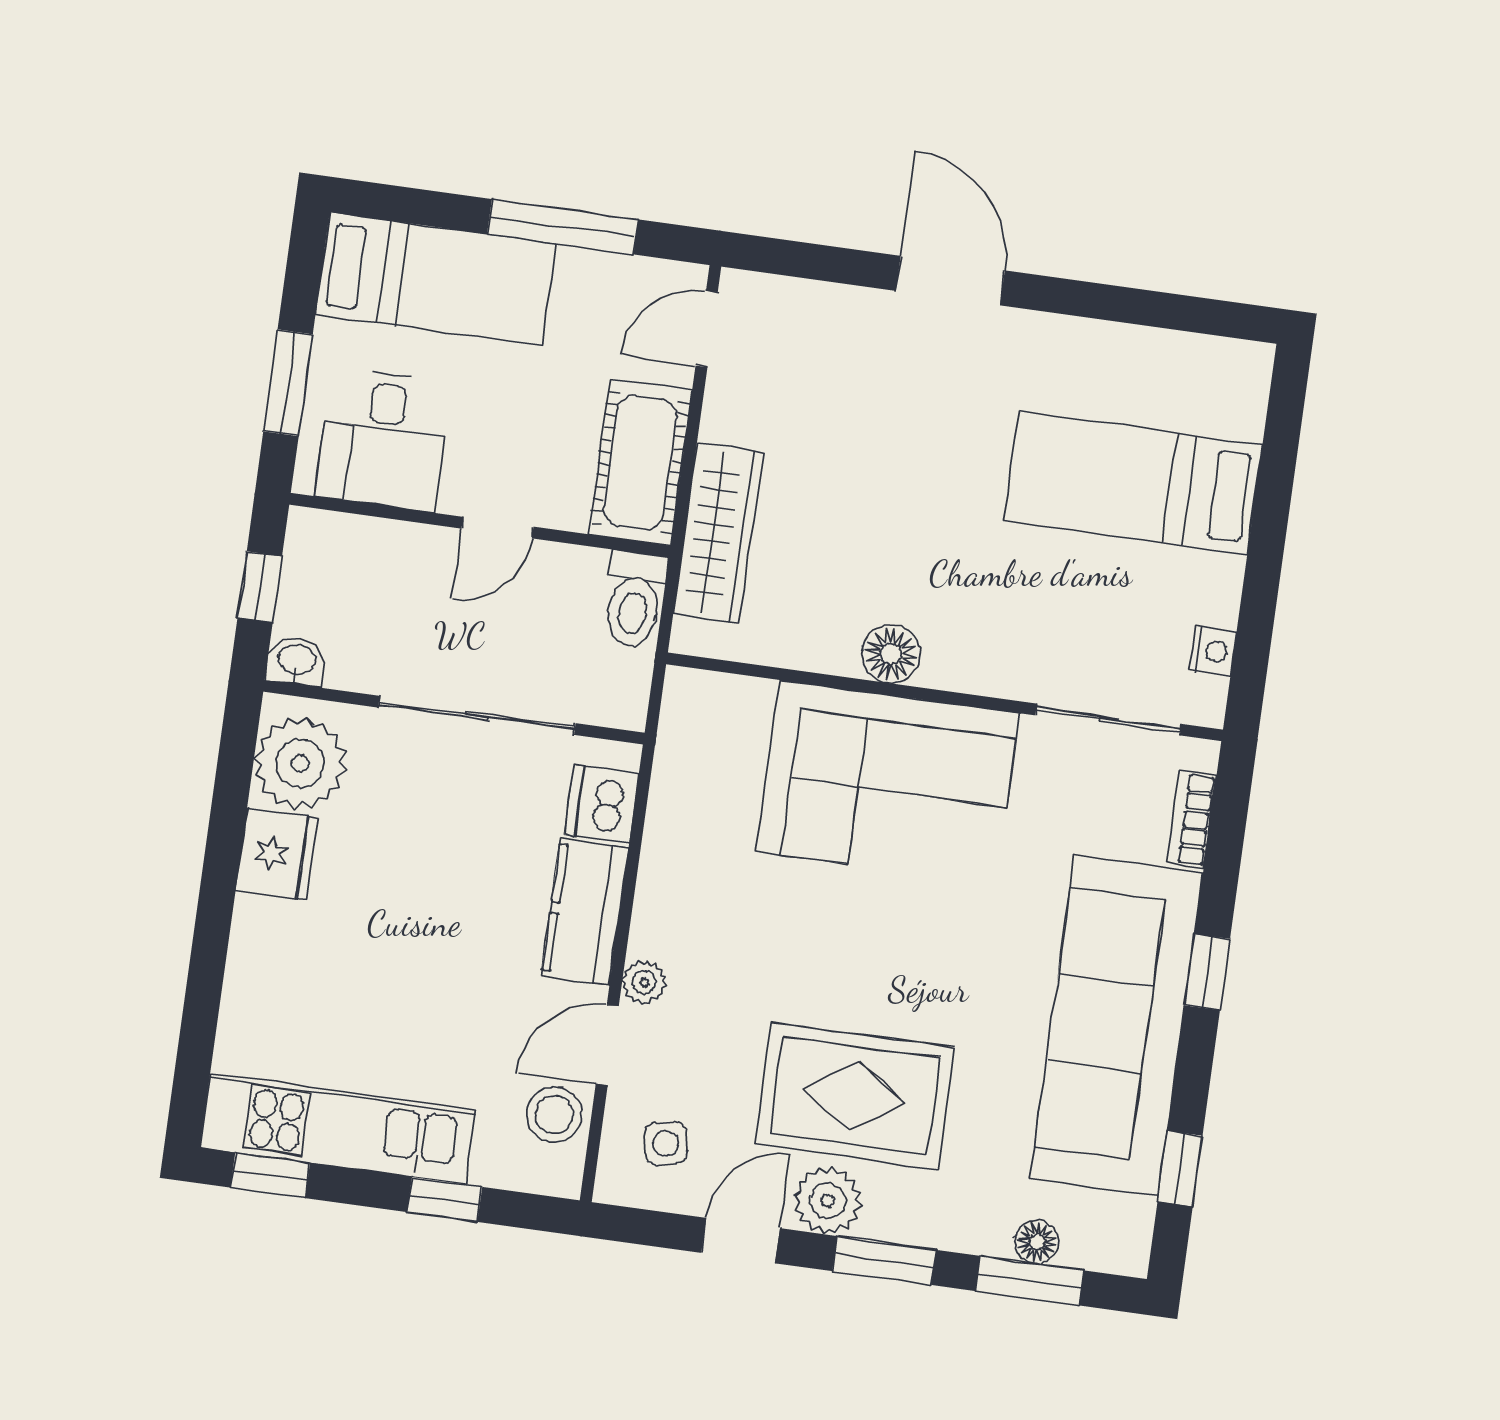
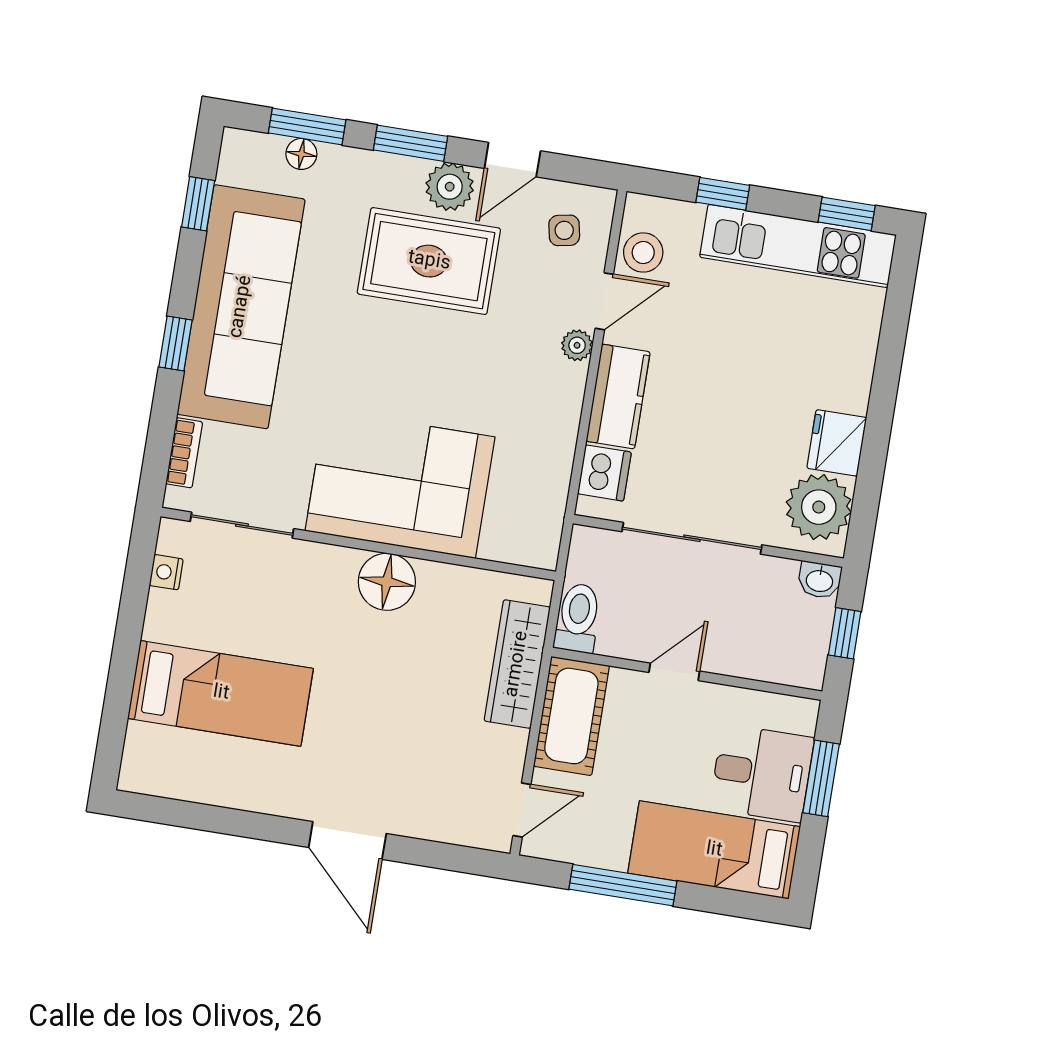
desk: (384, 440) -> (762, 773), moved, turned 90
floor lamp: (891, 654) -> (387, 582), width x1.38, depth x1.38

